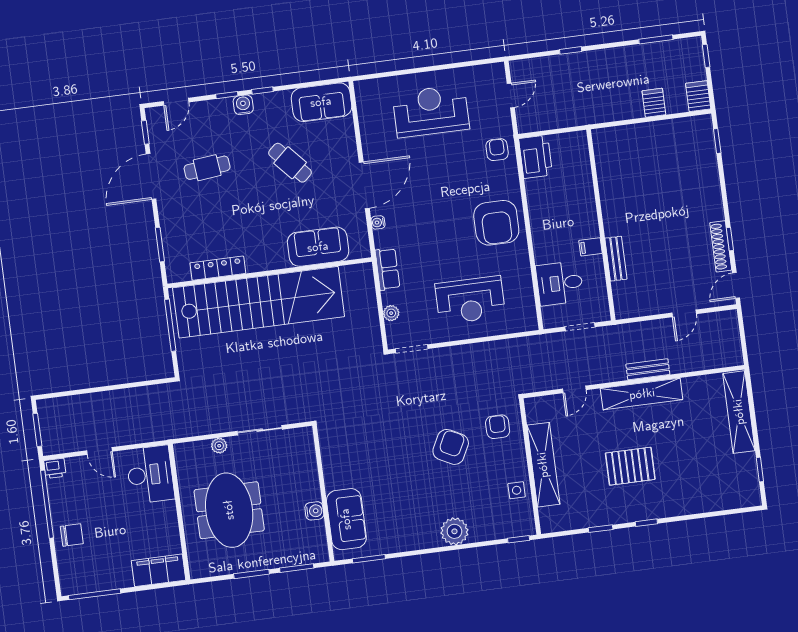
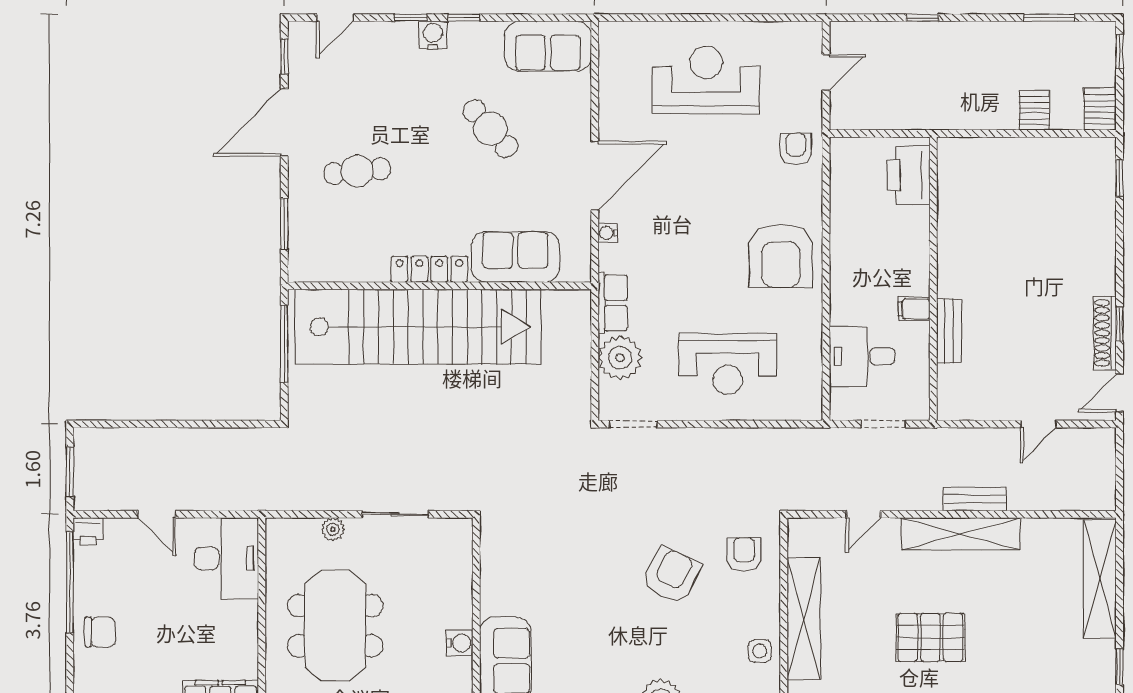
printer: (536, 157) -> (908, 175), moved, turned 180
cafe table: (207, 168) -> (357, 171), moved
locker: (218, 268) -> (429, 269), moved
plant: (391, 313) -> (620, 358), width x1.87, depth x1.87

